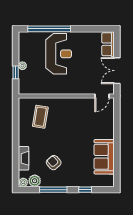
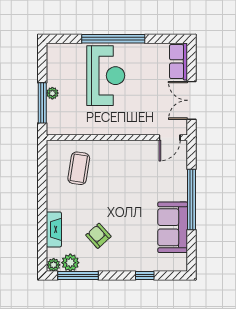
window: (49, 29) -> (113, 39), moved
window: (16, 72) -> (42, 103), width x2.17
window: (117, 138) -> (191, 200), added
window: (53, 190) -> (78, 276), moved

